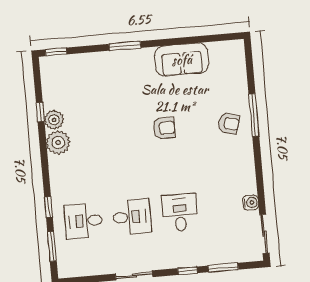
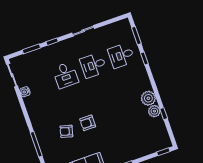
armchair: (229, 123) -> (66, 131), moved
desk: (84, 221) -> (121, 55), turned 180

